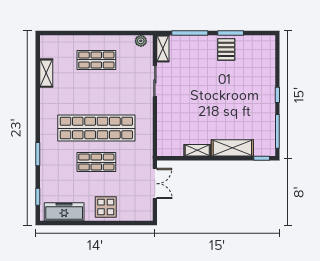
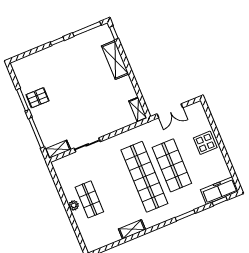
plant: (141, 41) -> (74, 205), moved
shelving: (46, 73) -> (132, 229), moved
shelving: (197, 150) -> (138, 110), moved
shop shelf: (96, 162) -> (172, 165), width x1.43, depth x1.36
double door: (155, 184) -> (170, 111), swing flipped
freezer: (64, 212) -> (219, 191), moved, turned 90

